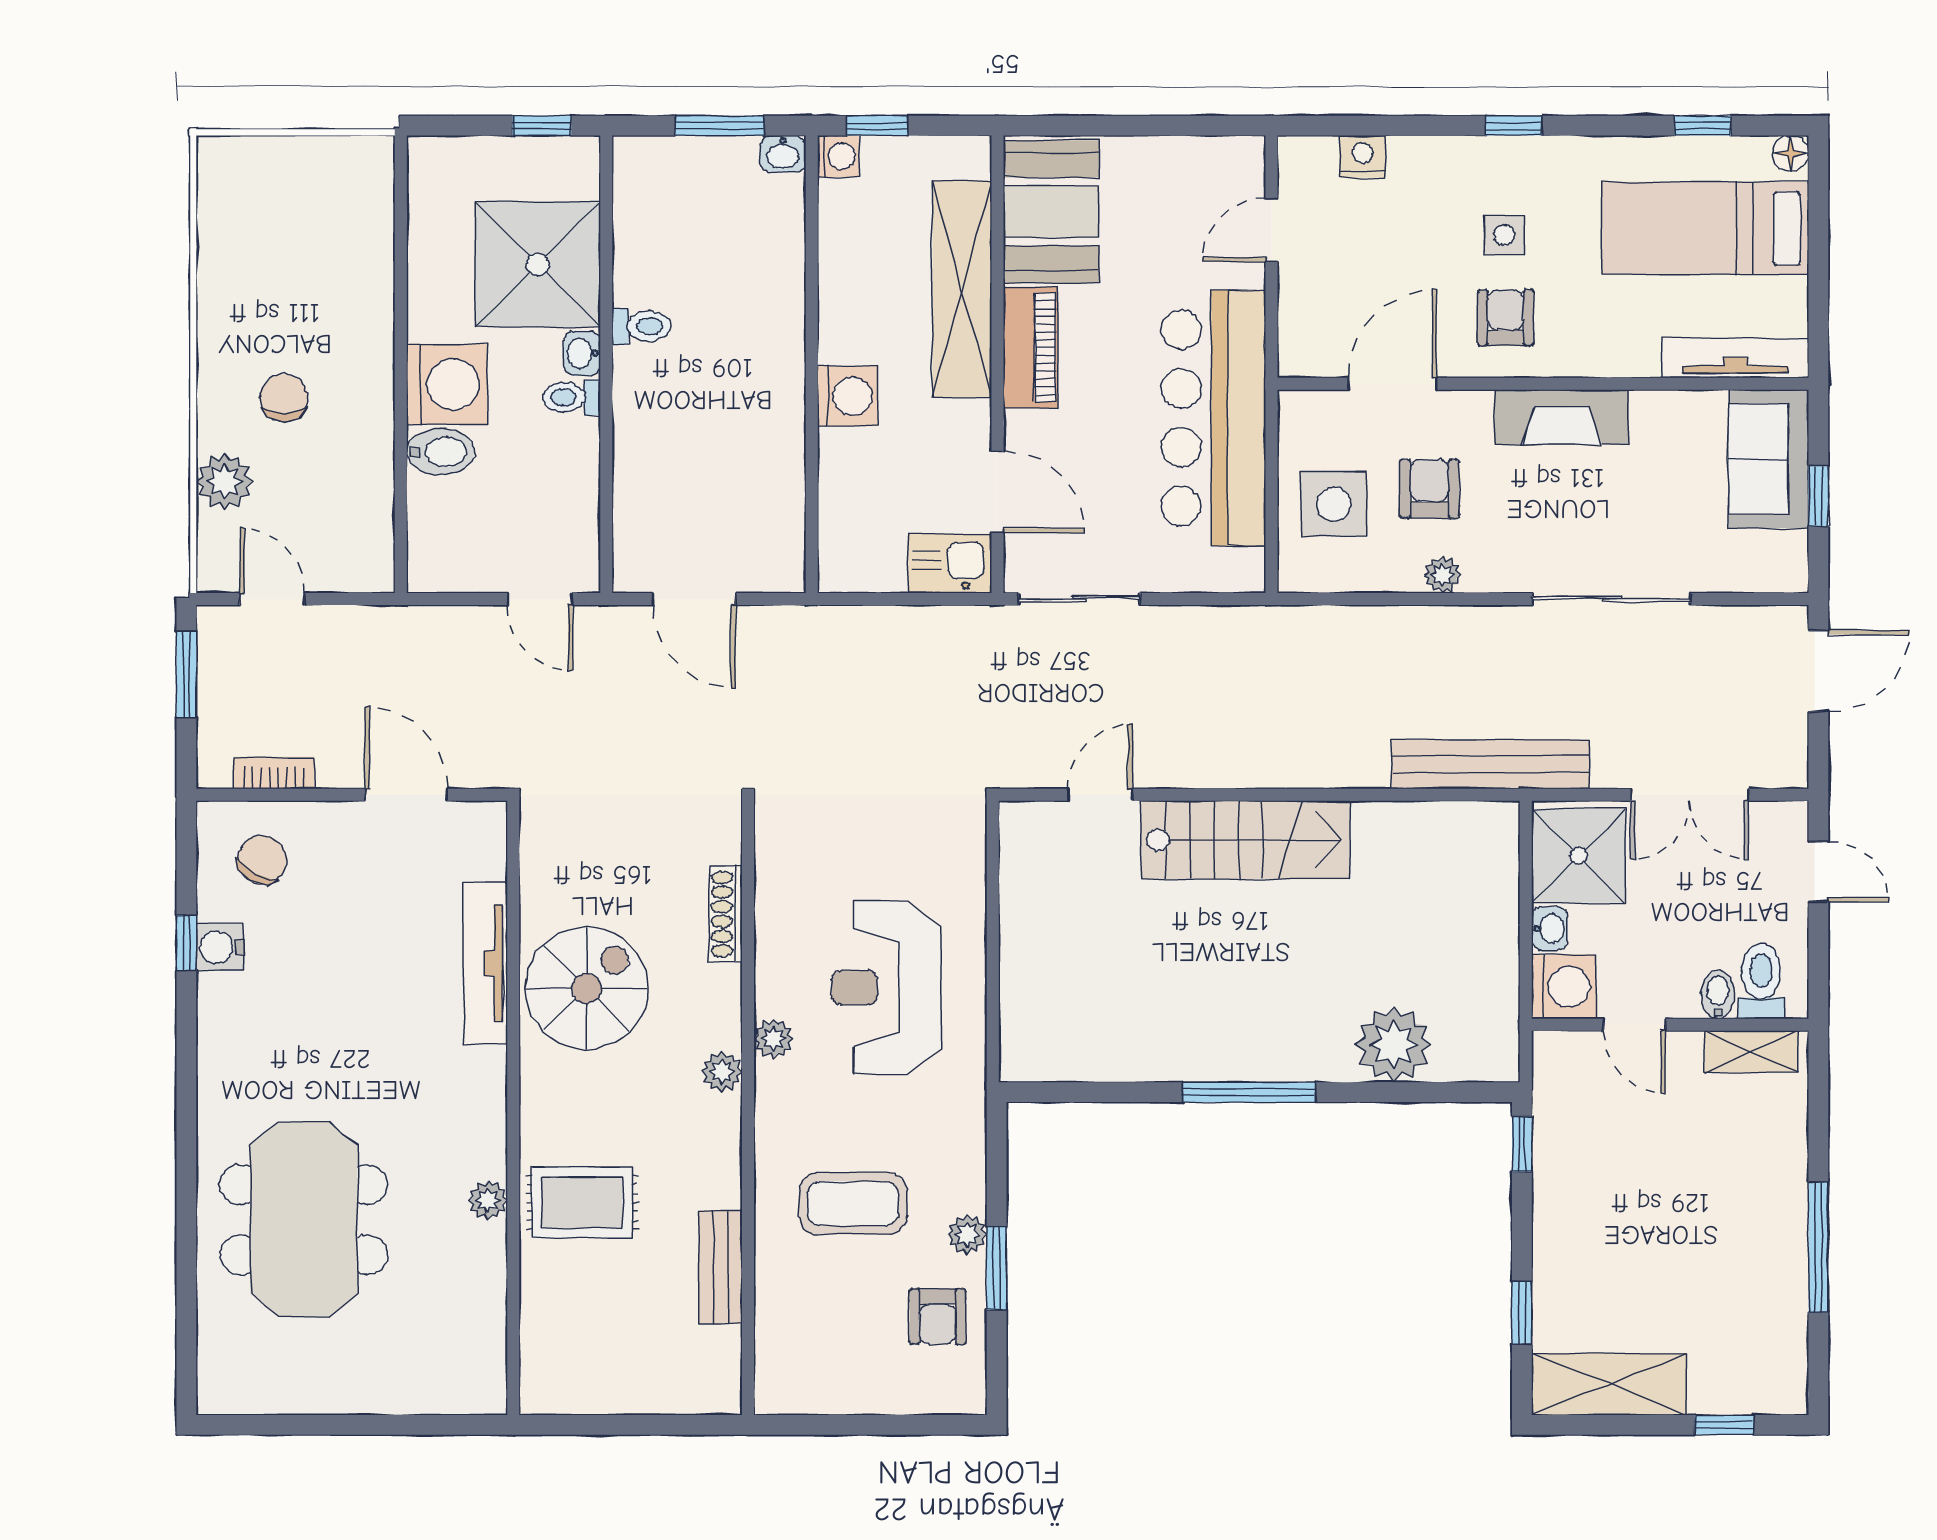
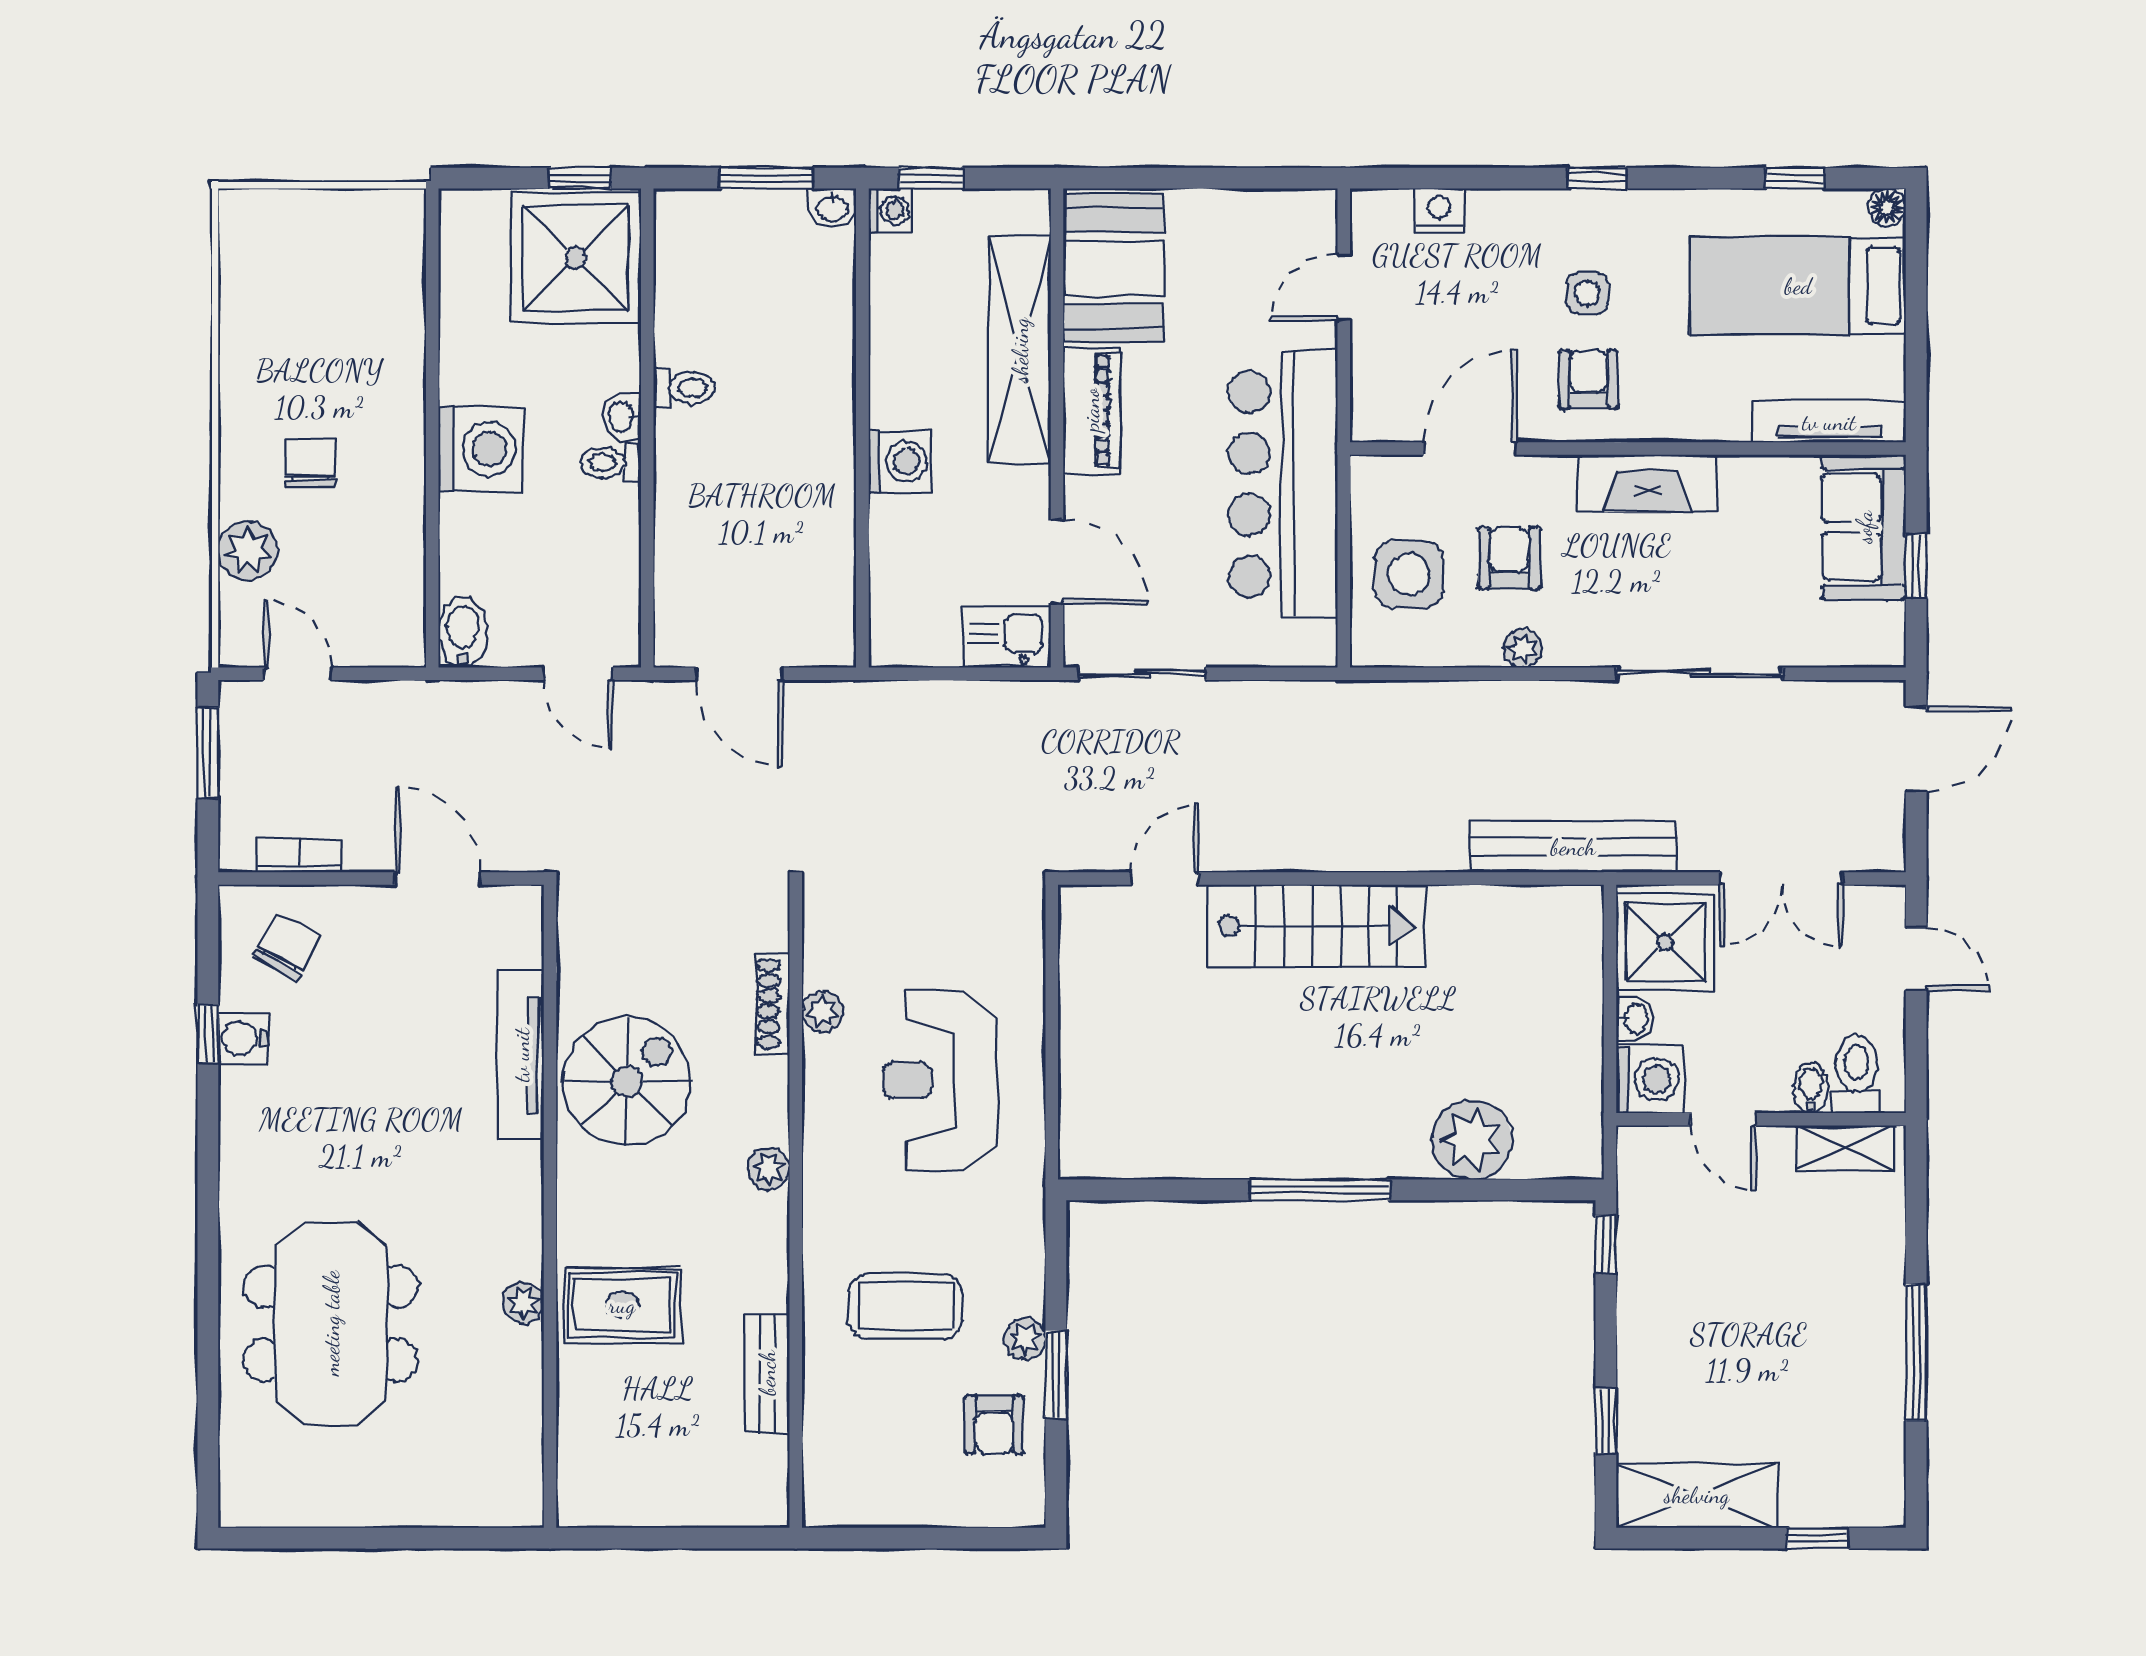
shower: (538, 264) -> (576, 258), moved
bidet: (440, 452) -> (463, 632), moved, turned -90
plant: (773, 1039) -> (822, 1012), moved

